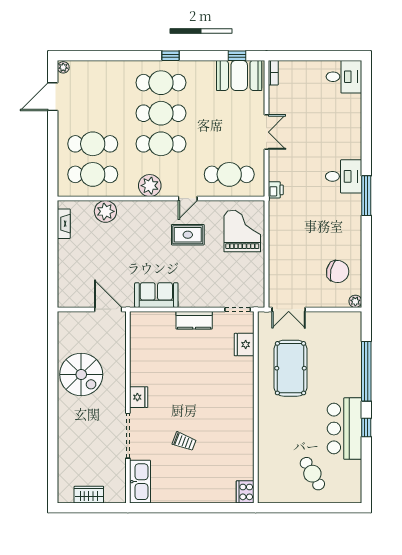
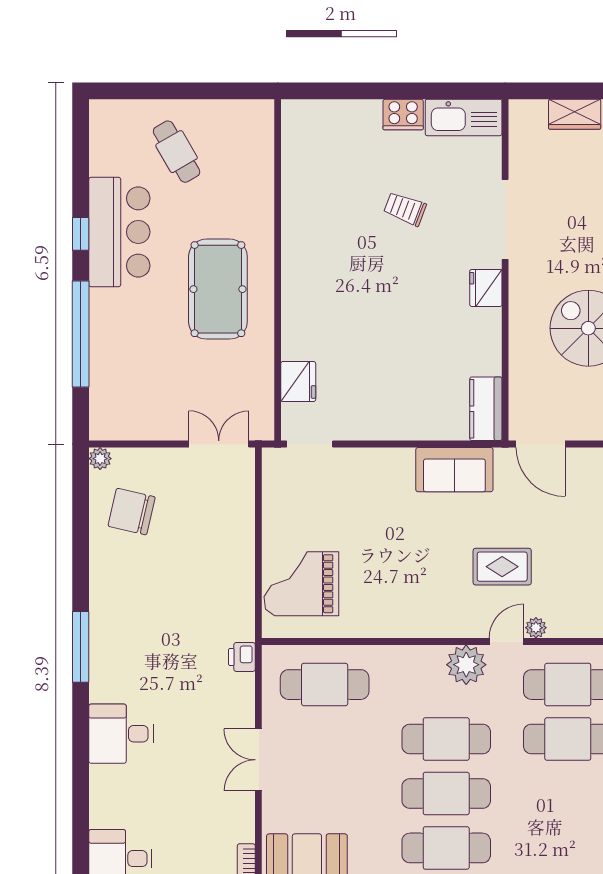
desk: (344, 176) -> (121, 734), moved
door: (188, 199) -> (506, 641), moved
plant: (105, 211) -> (536, 628), width x0.53, depth x0.53
grand piano: (242, 231) -> (301, 584), turned 90
rug: (188, 235) -> (502, 567), moved
kitchen counter: (194, 320) -> (486, 409), moved, turned -90
pool table: (290, 368) -> (218, 289), moved
kitchen sink: (140, 482) -> (464, 117), moved, turned -90
cooker: (245, 492) -> (403, 115), moved, turned 90

